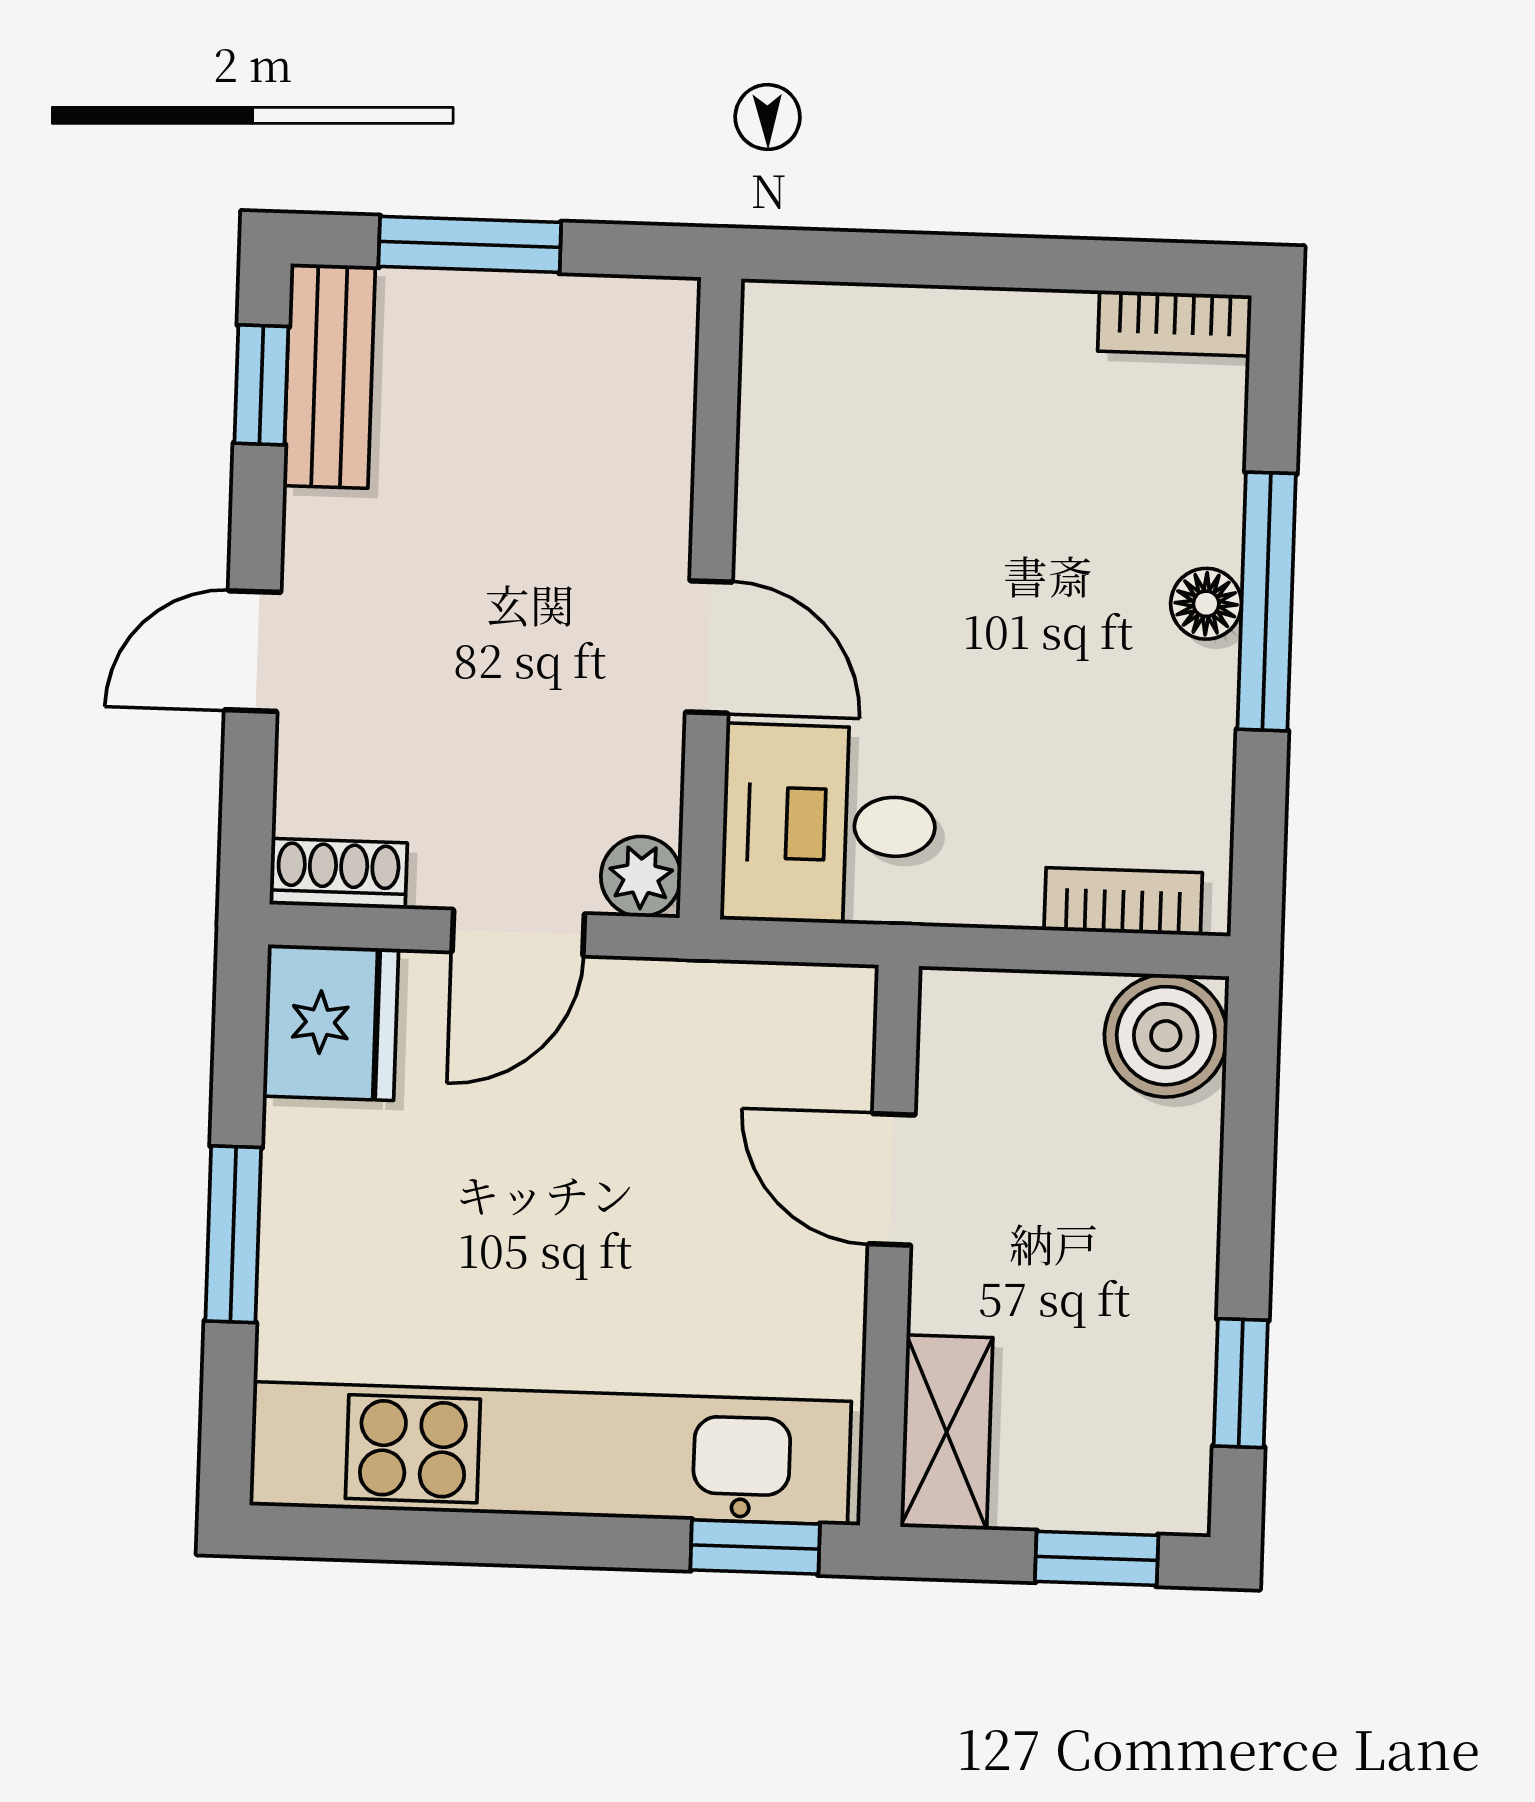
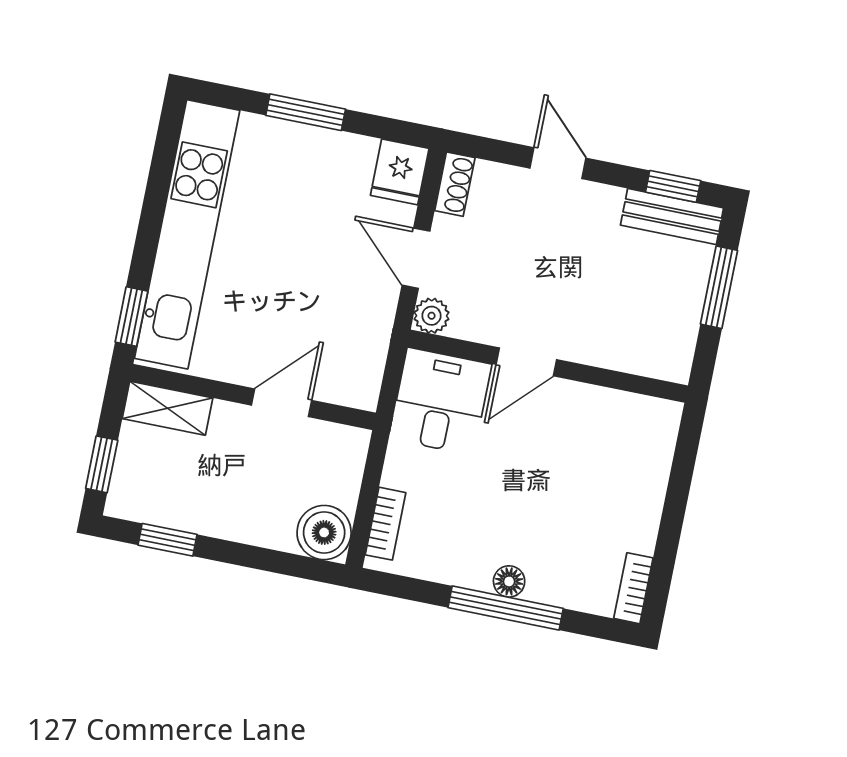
fridge: (331, 1022) -> (400, 172), width x0.72

